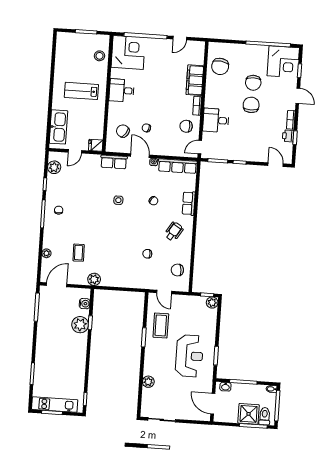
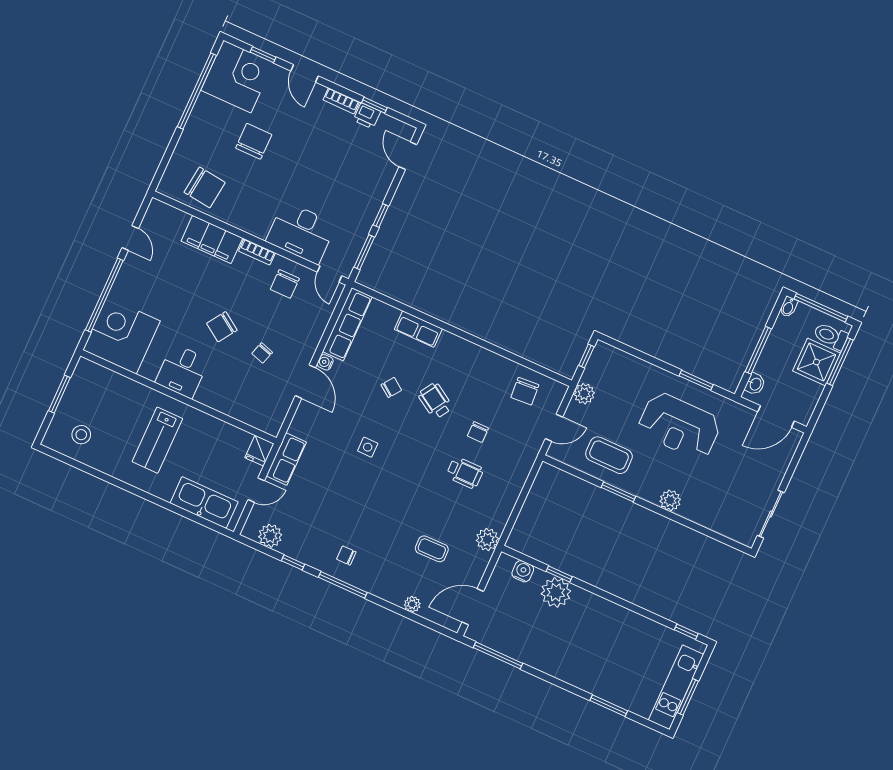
stool: (99, 56) -> (81, 435), moved
chair: (253, 83) -> (254, 141), turned -90
door: (298, 96) -> (305, 73), swing flipped
chair: (251, 105) -> (290, 159), removed
desk: (216, 120) -> (301, 233), width x1.37
chair: (123, 131) -> (222, 327), moved
door: (75, 151) -> (256, 490), hinge flipped
door: (140, 156) -> (305, 382), swing flipped
row of seats: (114, 162) -> (286, 459), moved
door: (276, 165) -> (408, 156), hinge flipped
wheelchair: (174, 231) -> (435, 401), moved
wheelchair: (124, 255) -> (465, 473), added
door: (57, 285) -> (473, 607), hinge flipped
plant: (212, 303) -> (584, 394), moved
reception desk: (189, 356) -> (679, 426), turned 180
plant: (148, 382) -> (670, 500), moved

